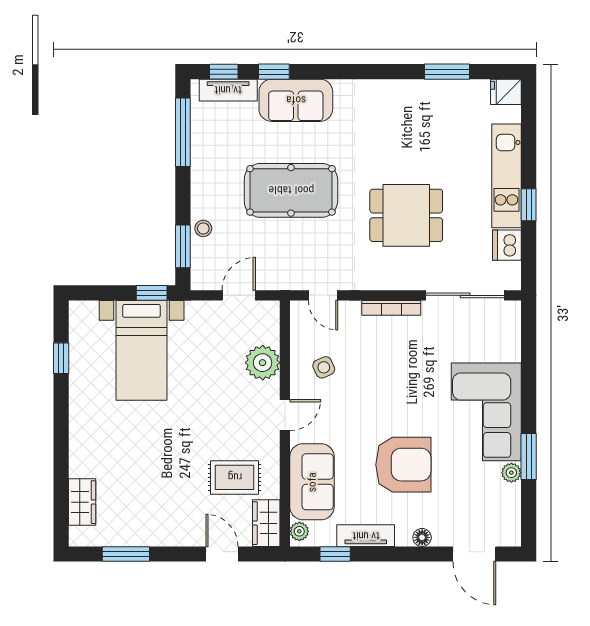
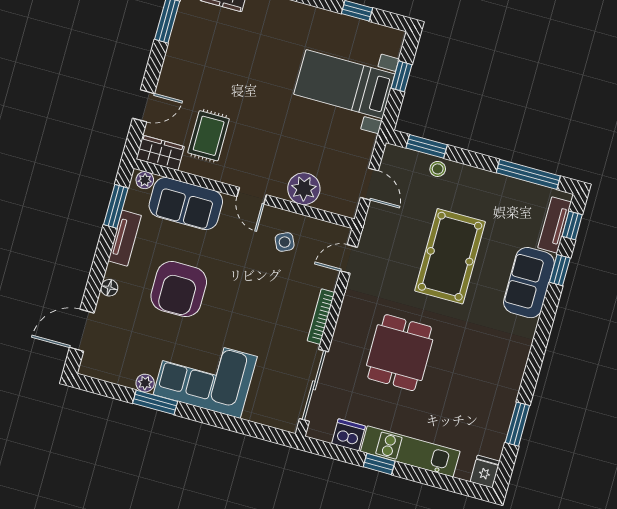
window: (152, 293) -> (401, 76), moved
window: (335, 554) -> (116, 206), width x1.50

